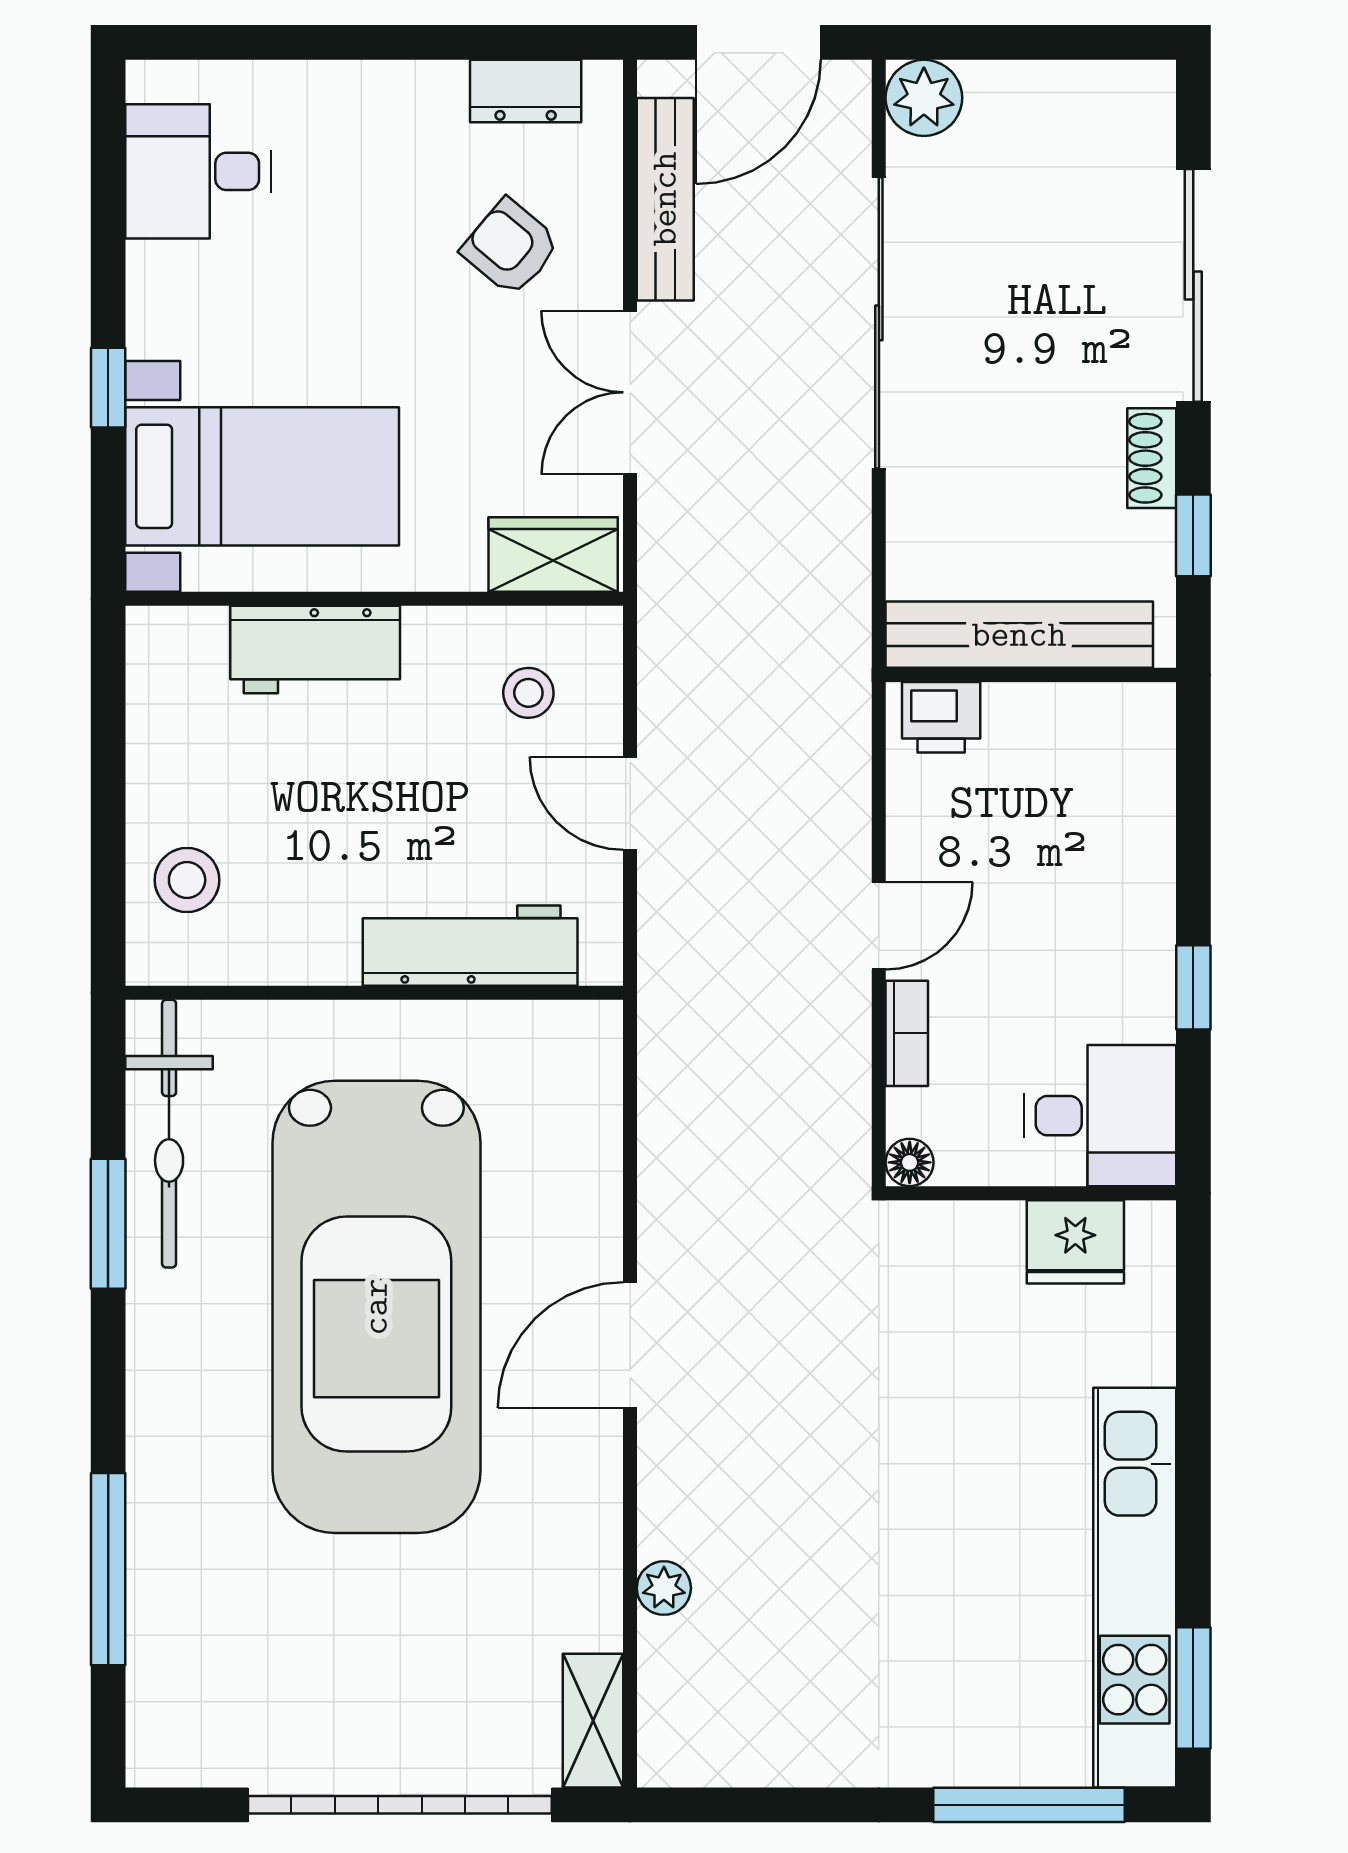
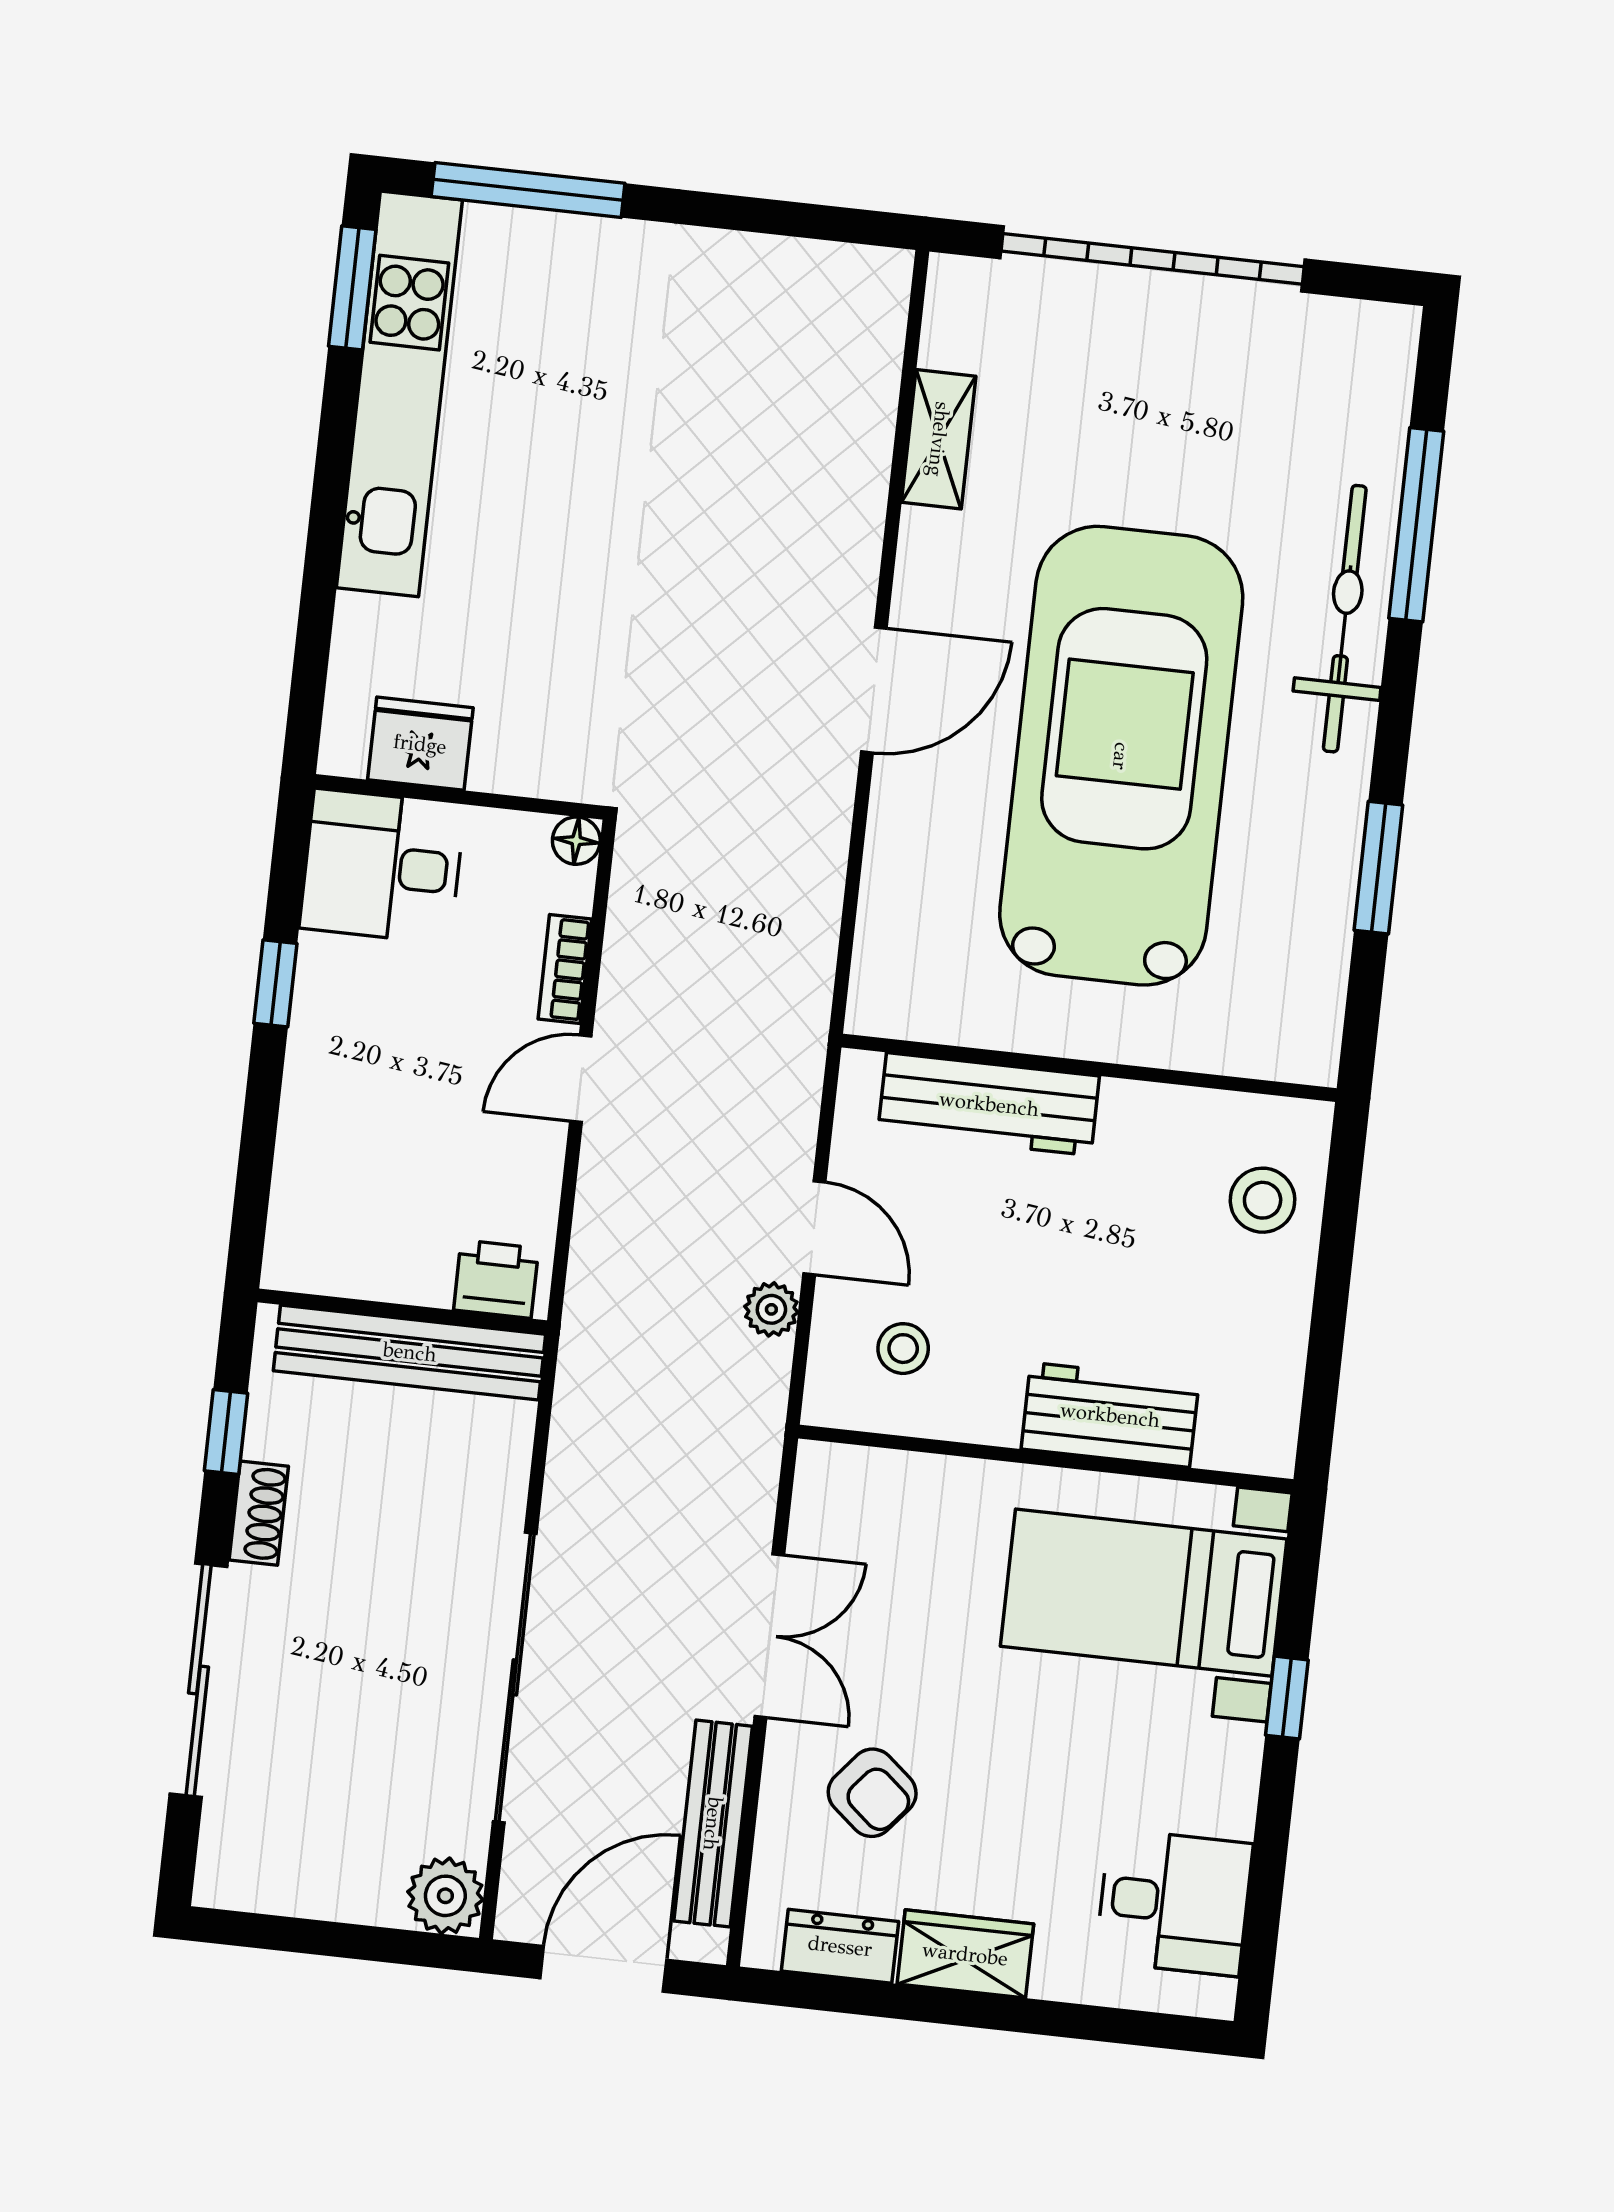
wardrobe: (553, 554) -> (965, 1954), moved, turned 180
bicycle: (169, 1134) -> (1345, 619), moved
plant: (664, 1588) -> (771, 1309), moved
shelving: (593, 1721) -> (939, 439), moved

